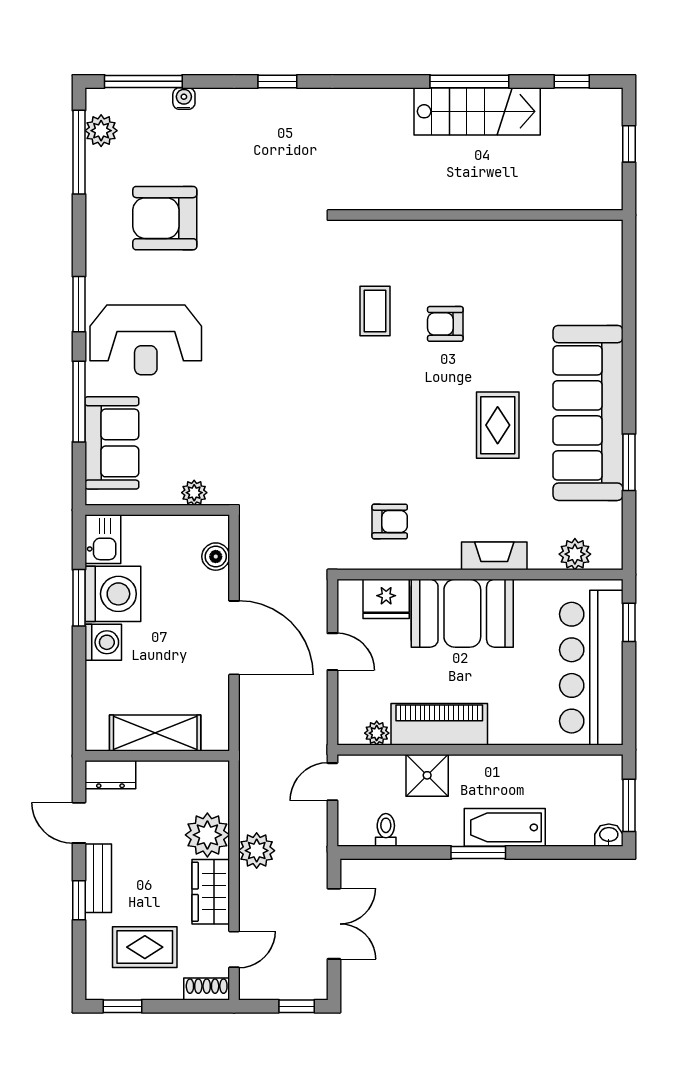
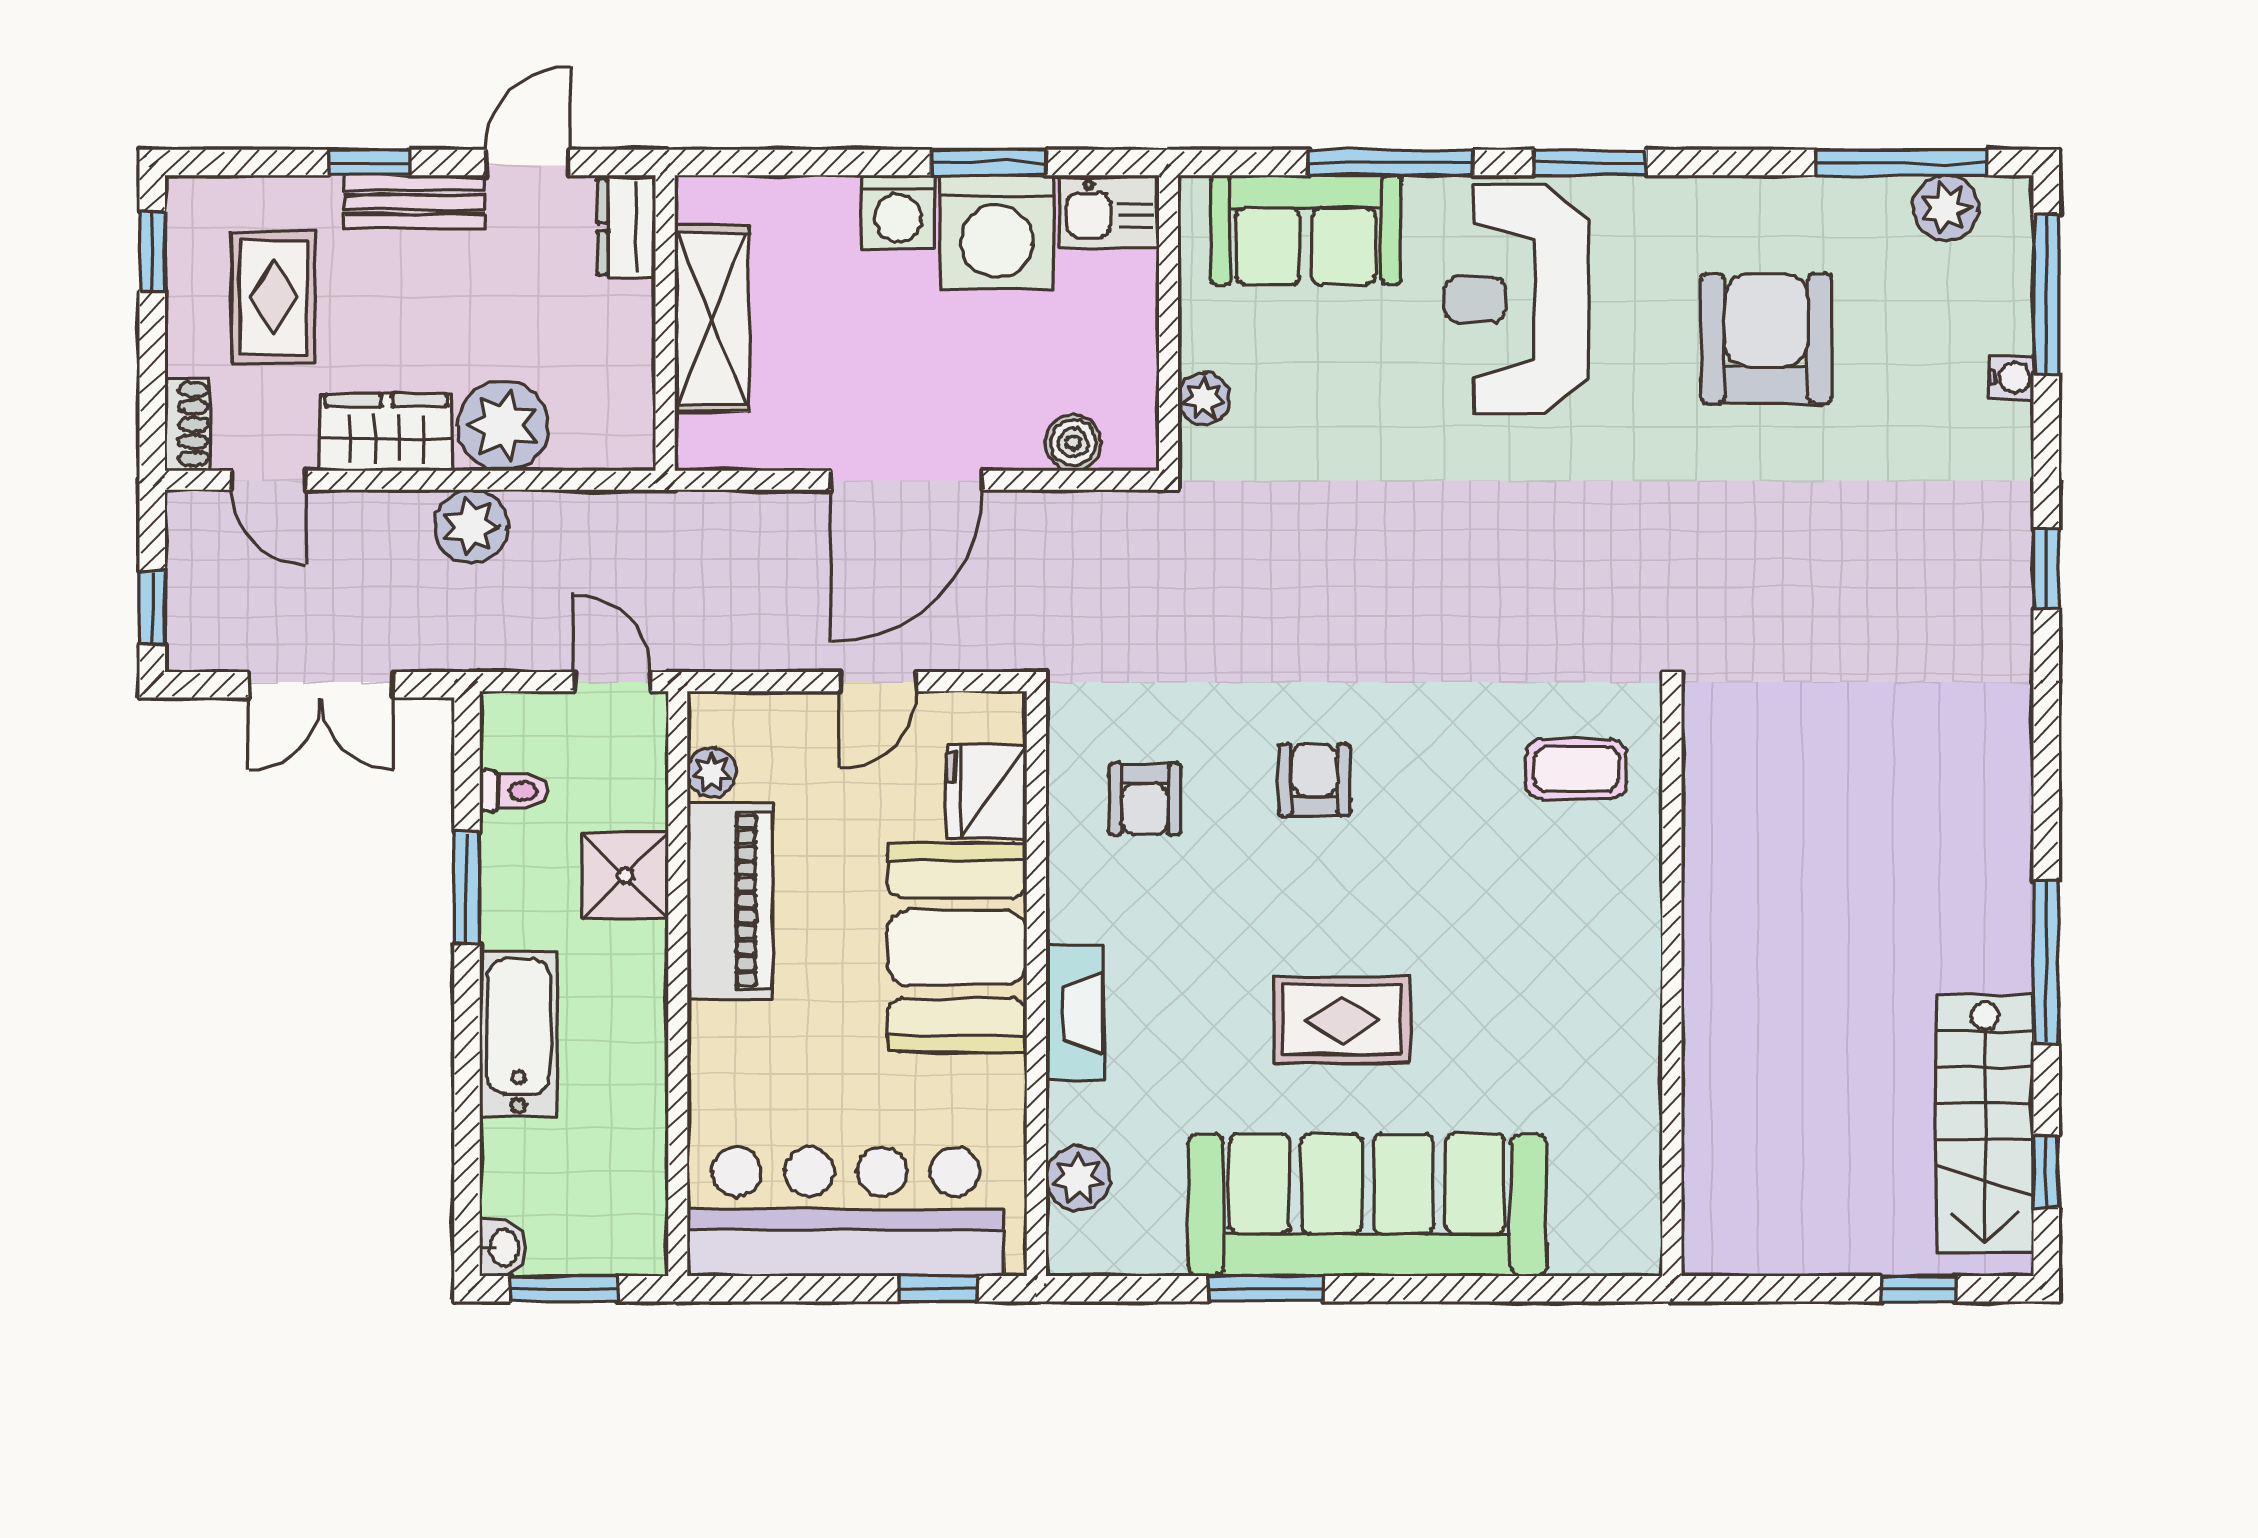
stairs: (477, 111) -> (1985, 1124), moved
wall: (480, 215) -> (1672, 984), moved
armchair: (445, 324) -> (1314, 780), moved
window: (478, 853) -> (467, 888), moved

